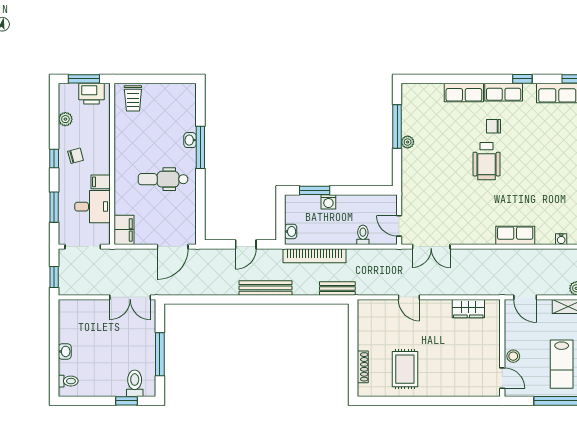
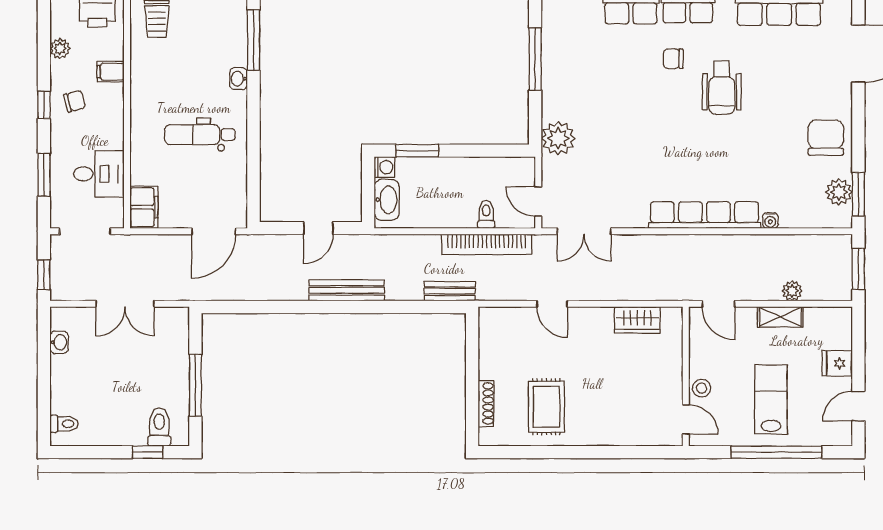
plant: (408, 142) -> (558, 138), moved, width x1.88, depth x1.88
window: (200, 147) -> (253, 40), moved
wheelchair: (487, 161) -> (722, 88), moved
filing cabinet: (101, 182) -> (110, 72), moved
washing machine: (328, 202) -> (385, 167), moved, turned -90
washbasin: (291, 231) -> (387, 200), width x1.91, depth x1.45
row of seats: (515, 235) -> (704, 215), width x2.02
bookcase: (314, 256) -> (487, 244), moved
double door: (130, 297) -> (125, 304), moved
washbasin: (65, 351) -> (59, 342), moved
lab bench: (562, 364) -> (771, 399), turned 180

